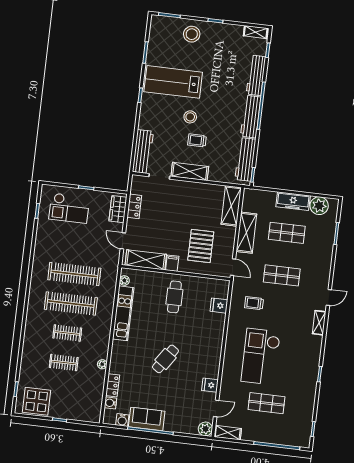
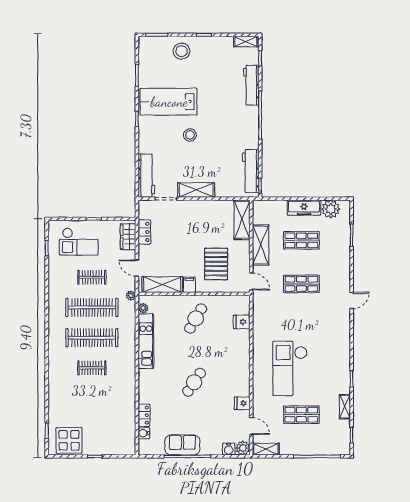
workbench: (251, 117) -> (251, 127), removed
trolley: (197, 140) -> (200, 158), removed
cafe table: (174, 297) -> (196, 319), turned 30
trolley: (254, 303) -> (277, 315), removed
shelving: (319, 323) -> (345, 407), moved
clothes rail: (64, 363) -> (92, 277), moved
plant: (102, 364) -> (131, 296), moved
door: (216, 408) -> (251, 426), hinge flipped
water cooler: (122, 420) -> (229, 449), moved

